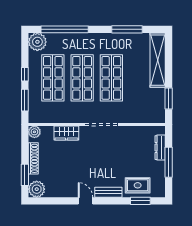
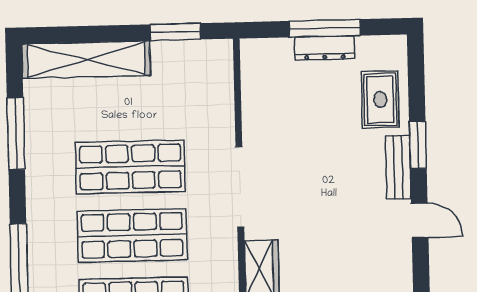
dresser: (160, 148) -> (325, 48), moved
door: (86, 201) -> (420, 220), swing flipped
window: (140, 201) -> (418, 145), moved

